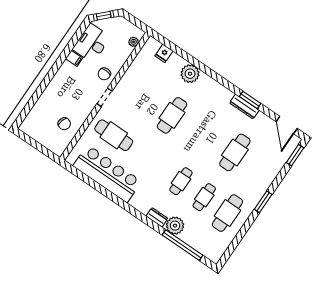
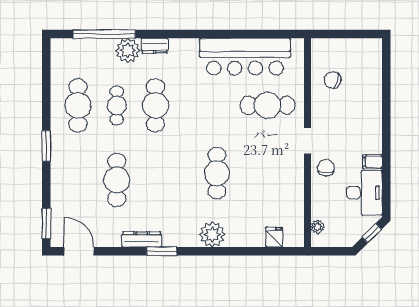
plant: (190, 74) -> (212, 234), moved
window: (250, 100) -> (162, 251), moved
cafe table: (181, 181) -> (156, 105), width x1.37, depth x1.35

